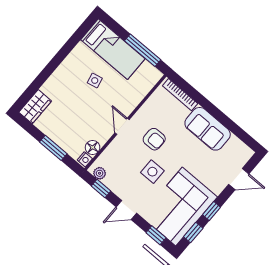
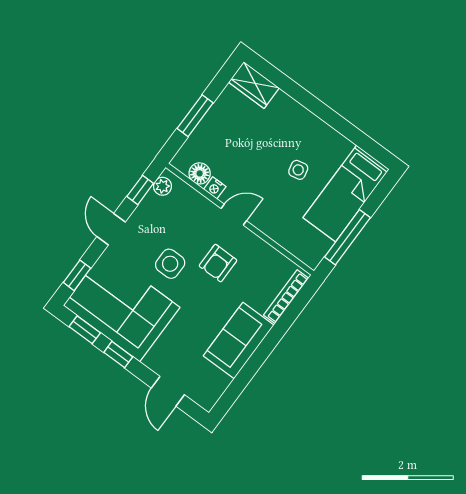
nightstand: (85, 159) -> (215, 188), moved

